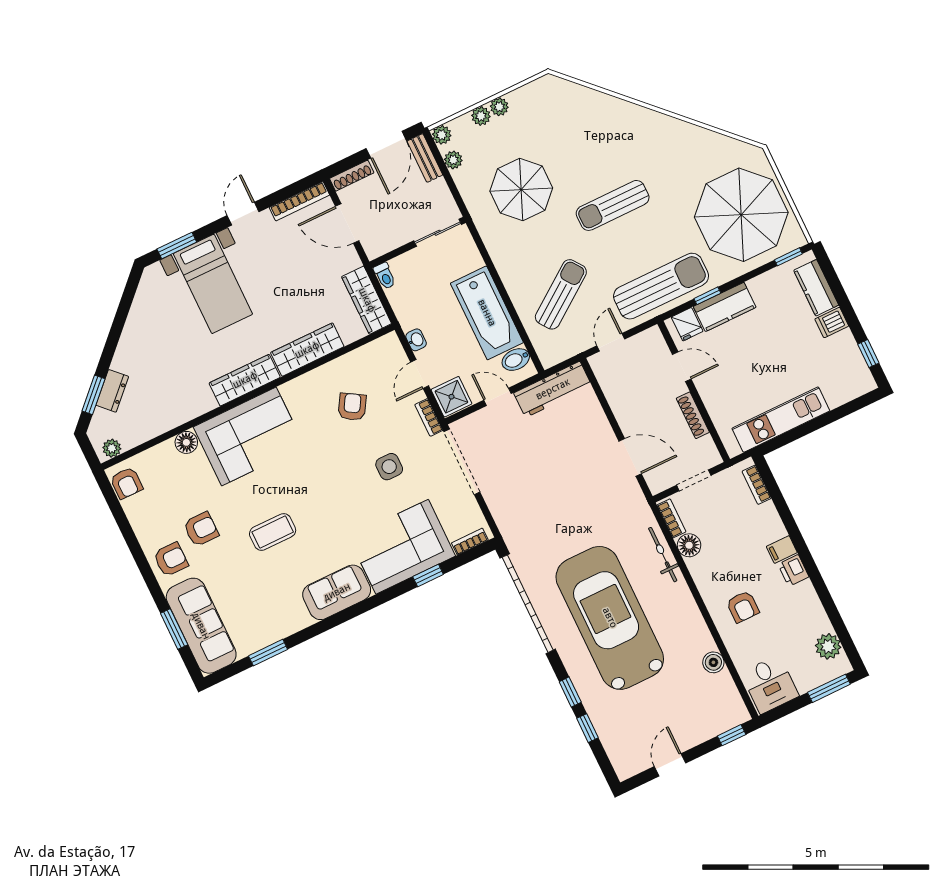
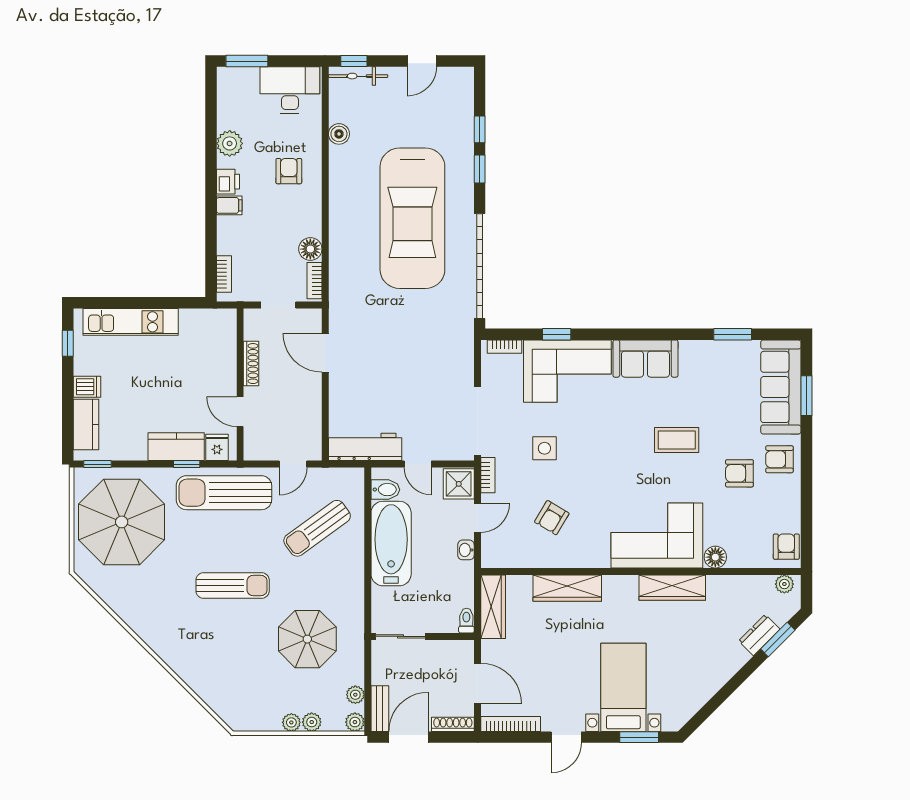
wardrobe: (245, 380) -> (672, 588), moved
kitchen unit: (781, 420) -> (131, 322), moved
bicycle: (663, 555) -> (358, 76), moved, turned 90
plant: (828, 646) -> (230, 143), moved
desk: (770, 684) -> (290, 90), width x1.37

